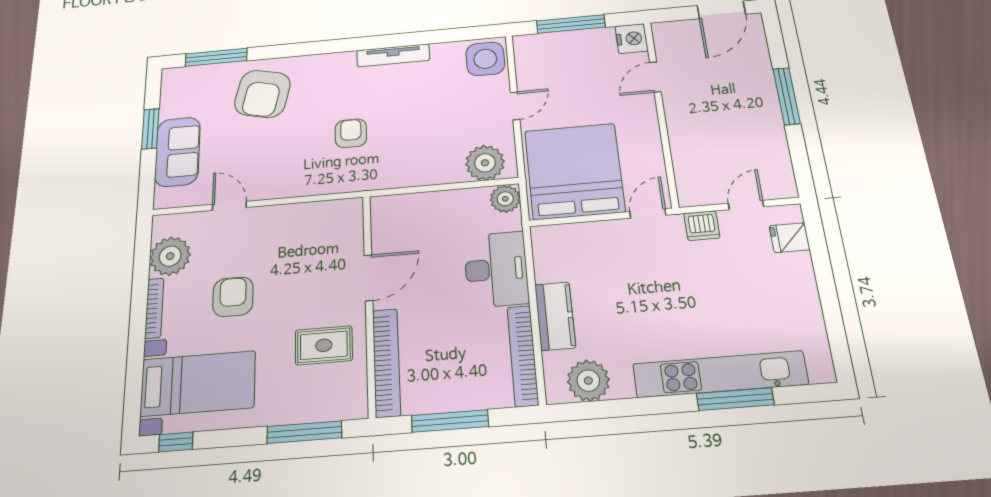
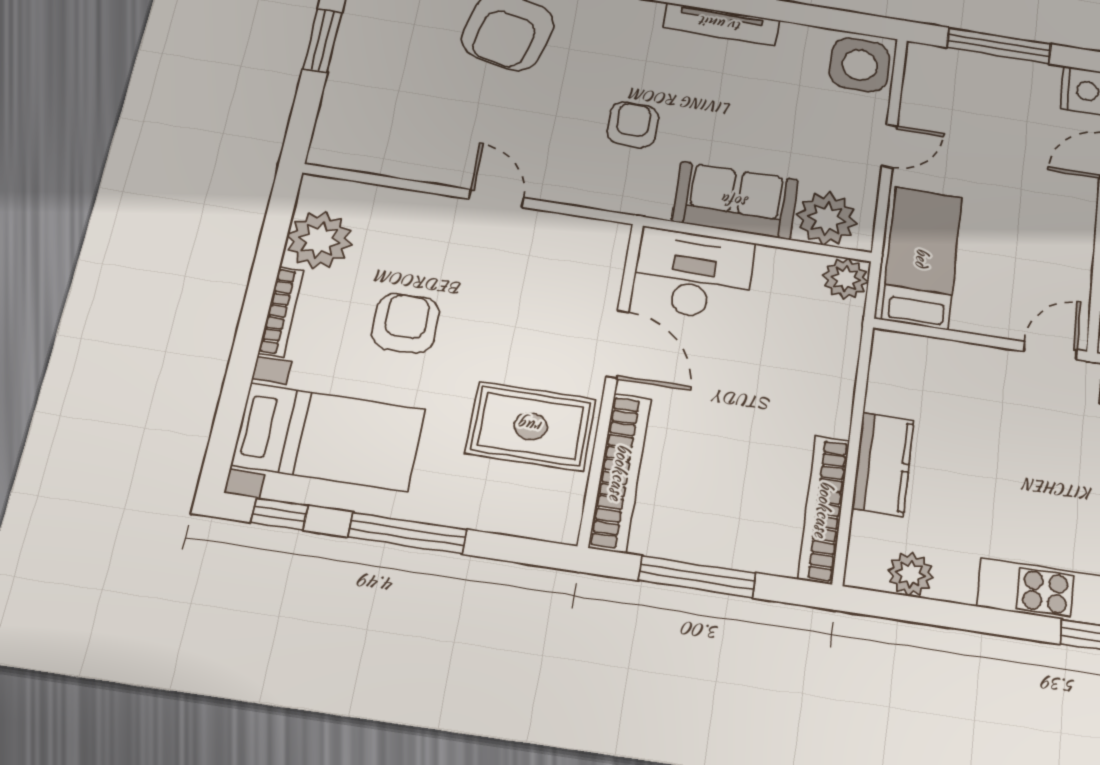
sofa: (178, 152) -> (735, 201), moved, turned -90
bed: (574, 171) -> (922, 258), width x0.49
door: (229, 206) -> (496, 198), moved
desk: (496, 269) -> (693, 274), moved, turned -90
door: (368, 278) -> (617, 344), hinge flipped
rug: (324, 345) -> (531, 426), width x1.36, depth x1.43
plant: (588, 381) -> (911, 574), width x0.73, depth x0.73
window: (304, 432) -> (407, 533), moved

